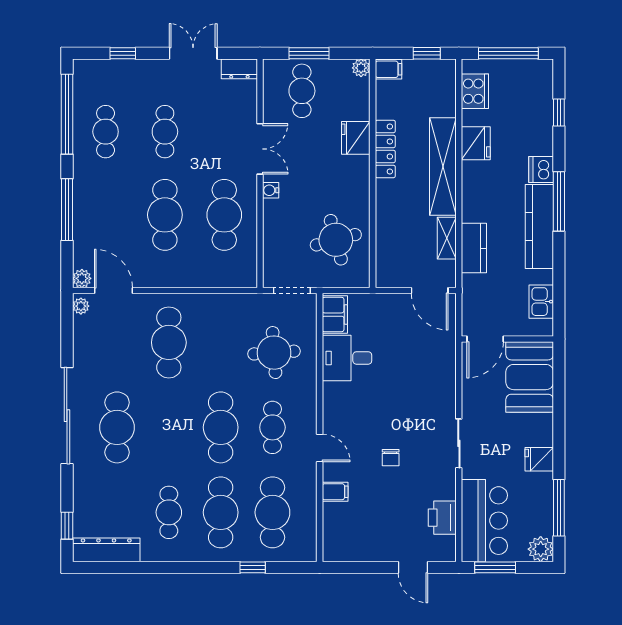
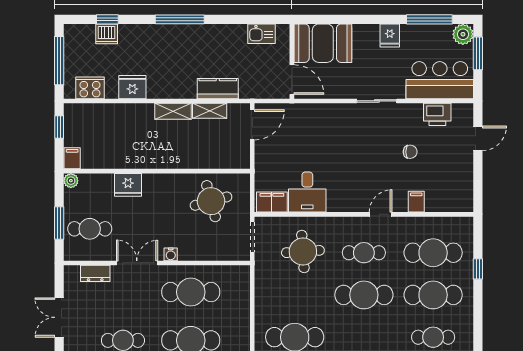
dresser: (239, 69) -> (95, 273), moved, turned 90
locker: (385, 149) -> (137, 161), removed
shelving: (443, 166) -> (173, 111), width x0.45, depth x0.75
dishwasher: (541, 169) -> (107, 34), moved
kitchen counter: (539, 227) -> (200, 35), removed
chair: (391, 458) -> (410, 152), moved
window: (495, 567) -> (478, 53), moved

